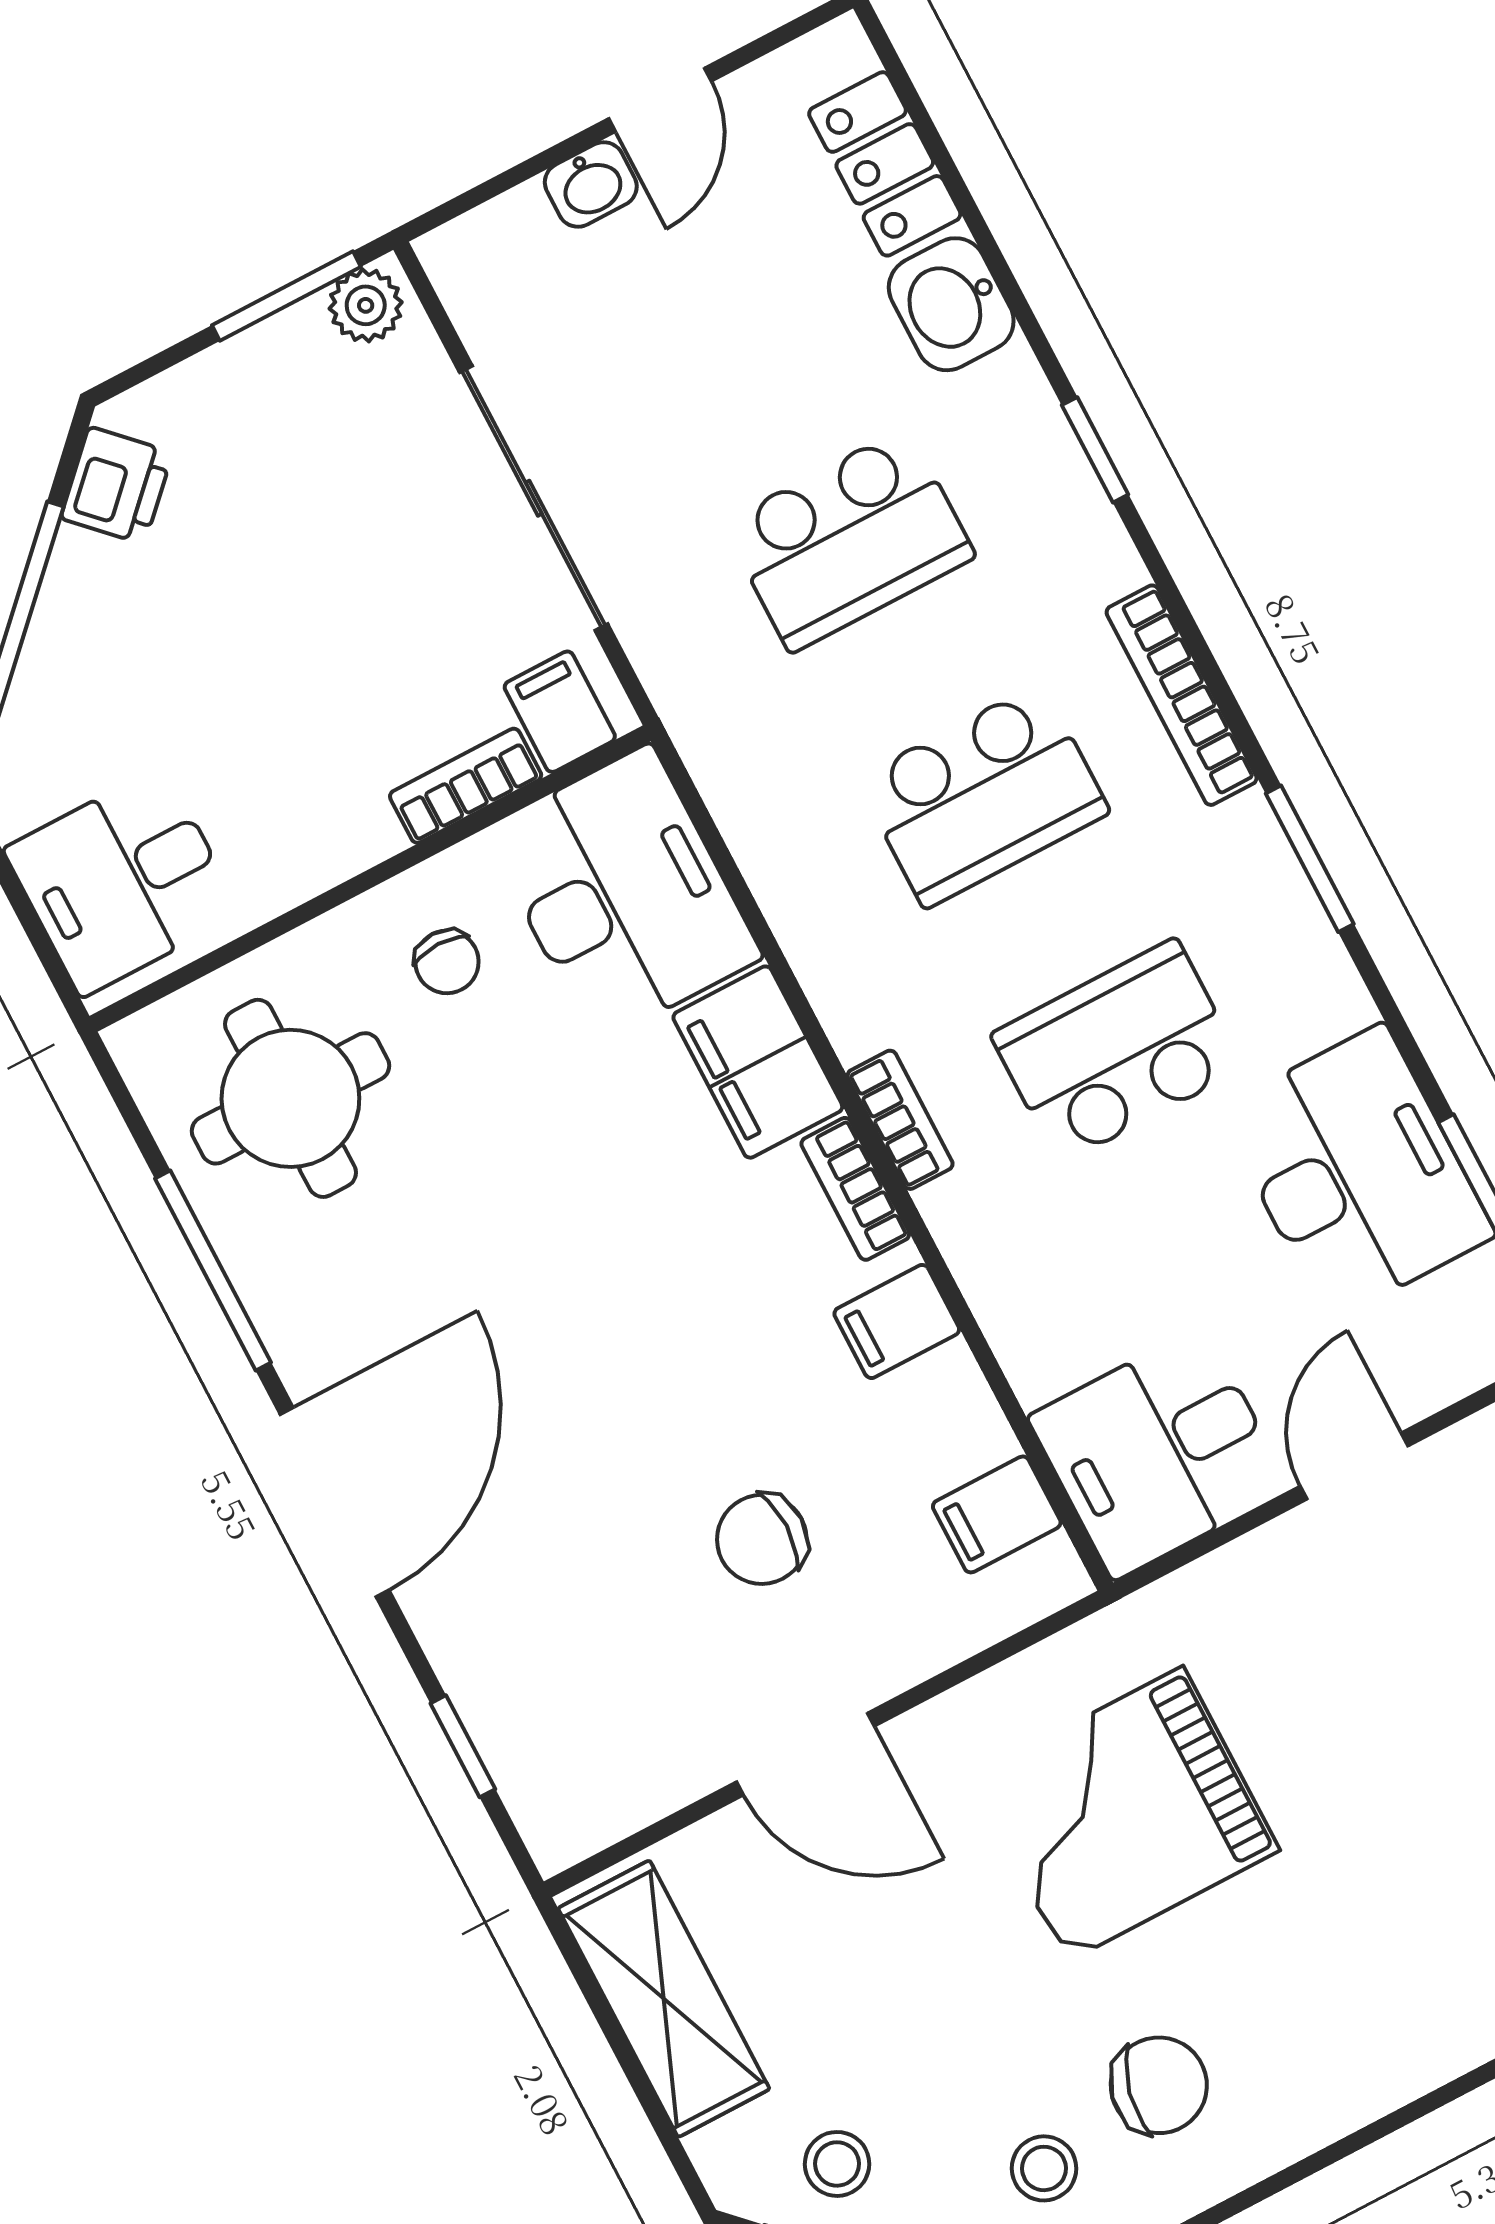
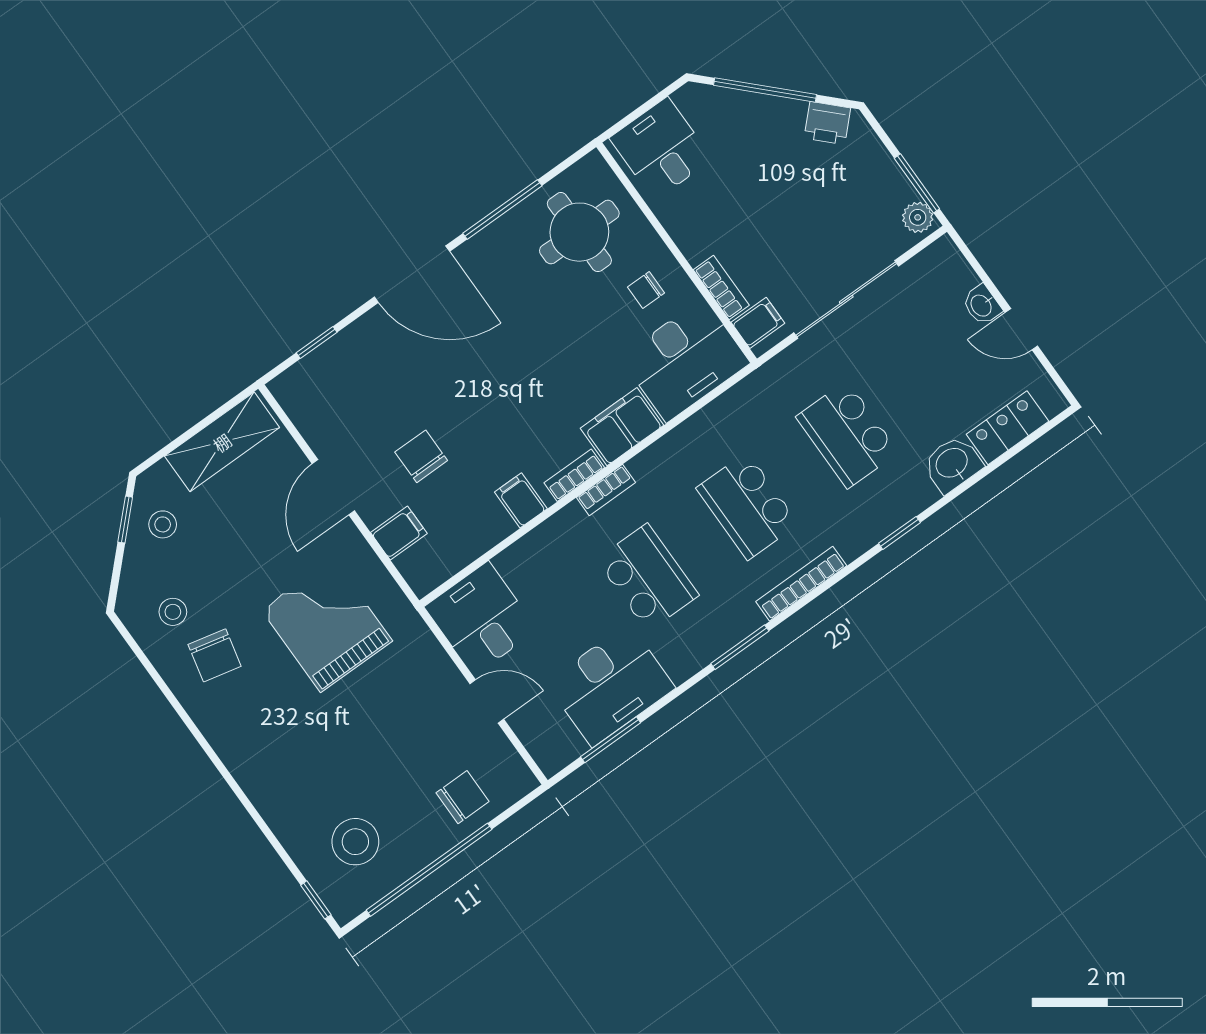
filing cabinet: (997, 1514) -> (399, 533), moved, turned 90

